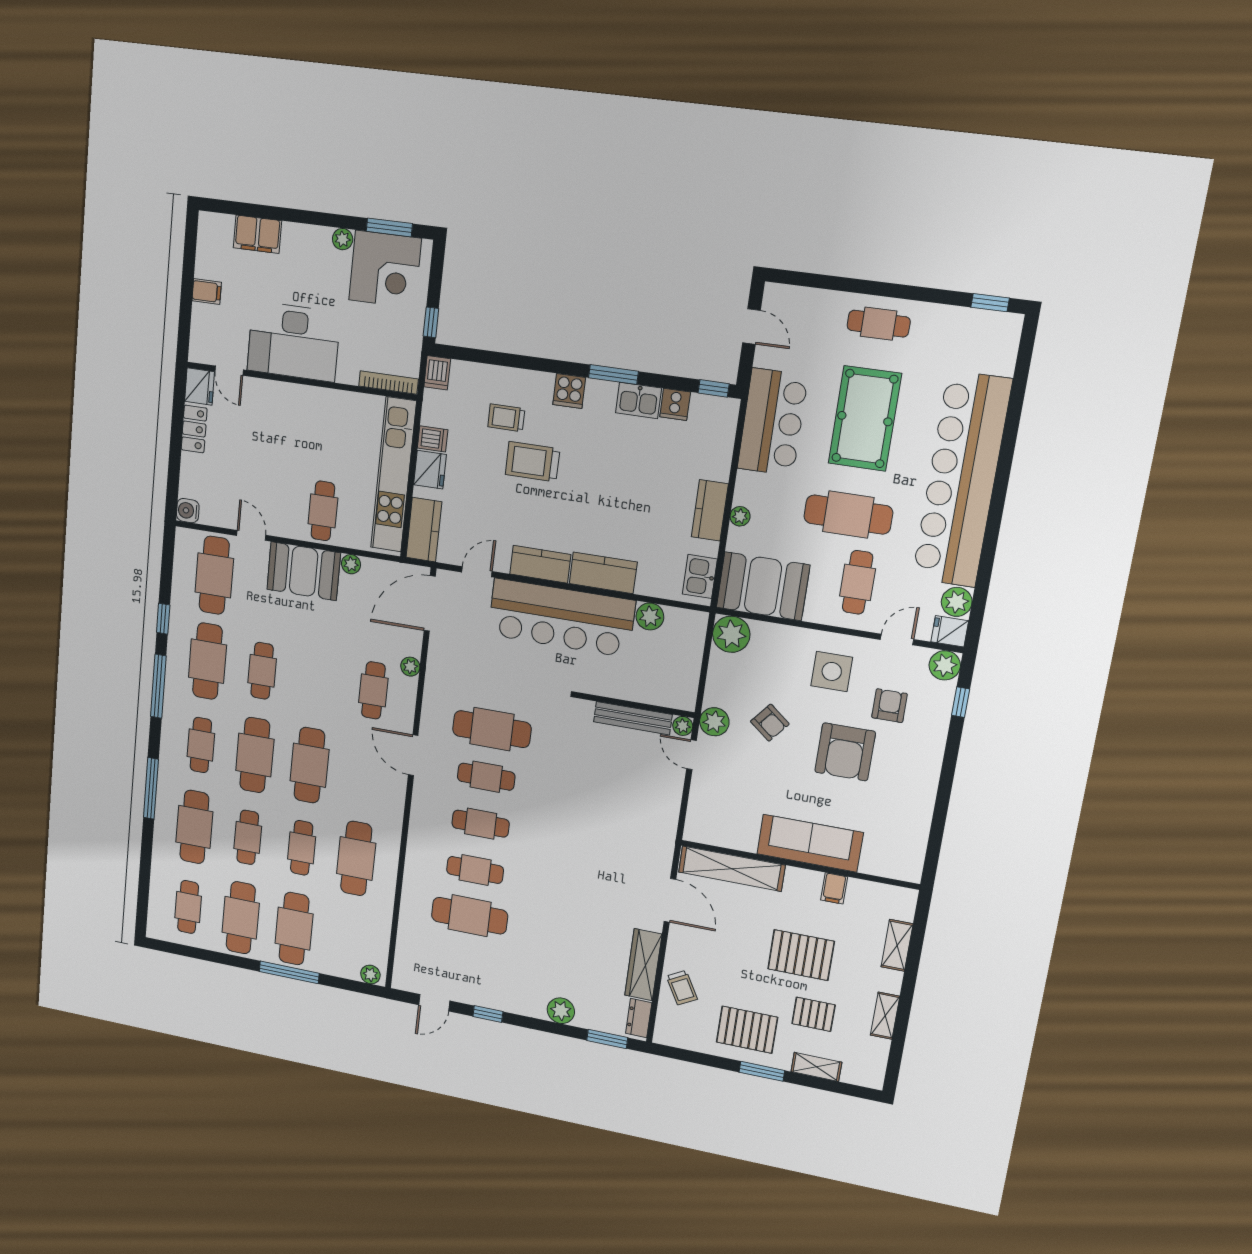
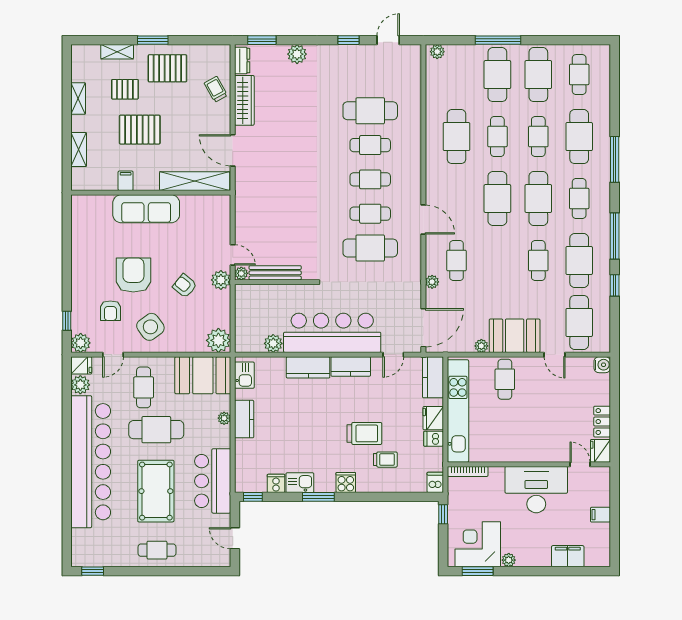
side table: (832, 671) -> (150, 327), turned -36

